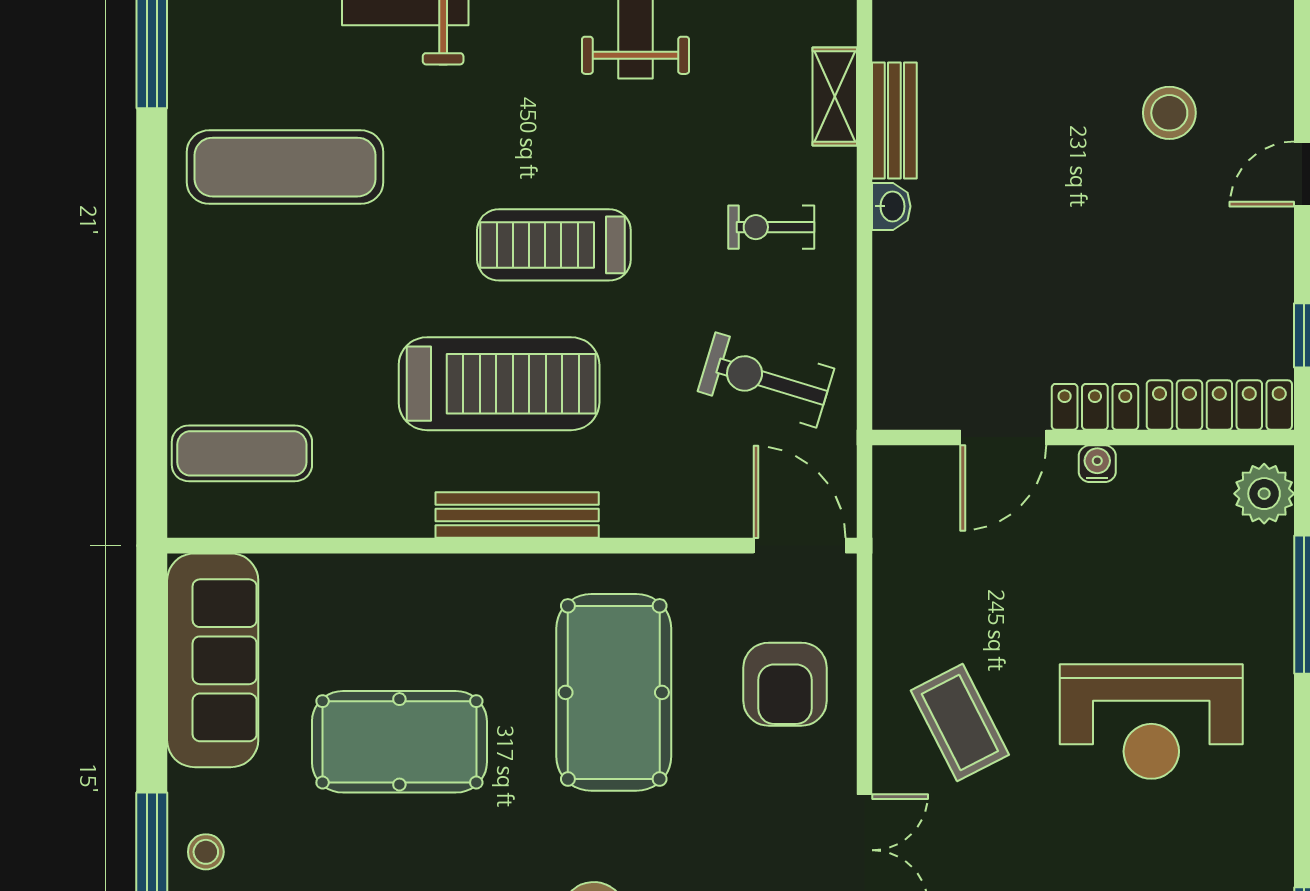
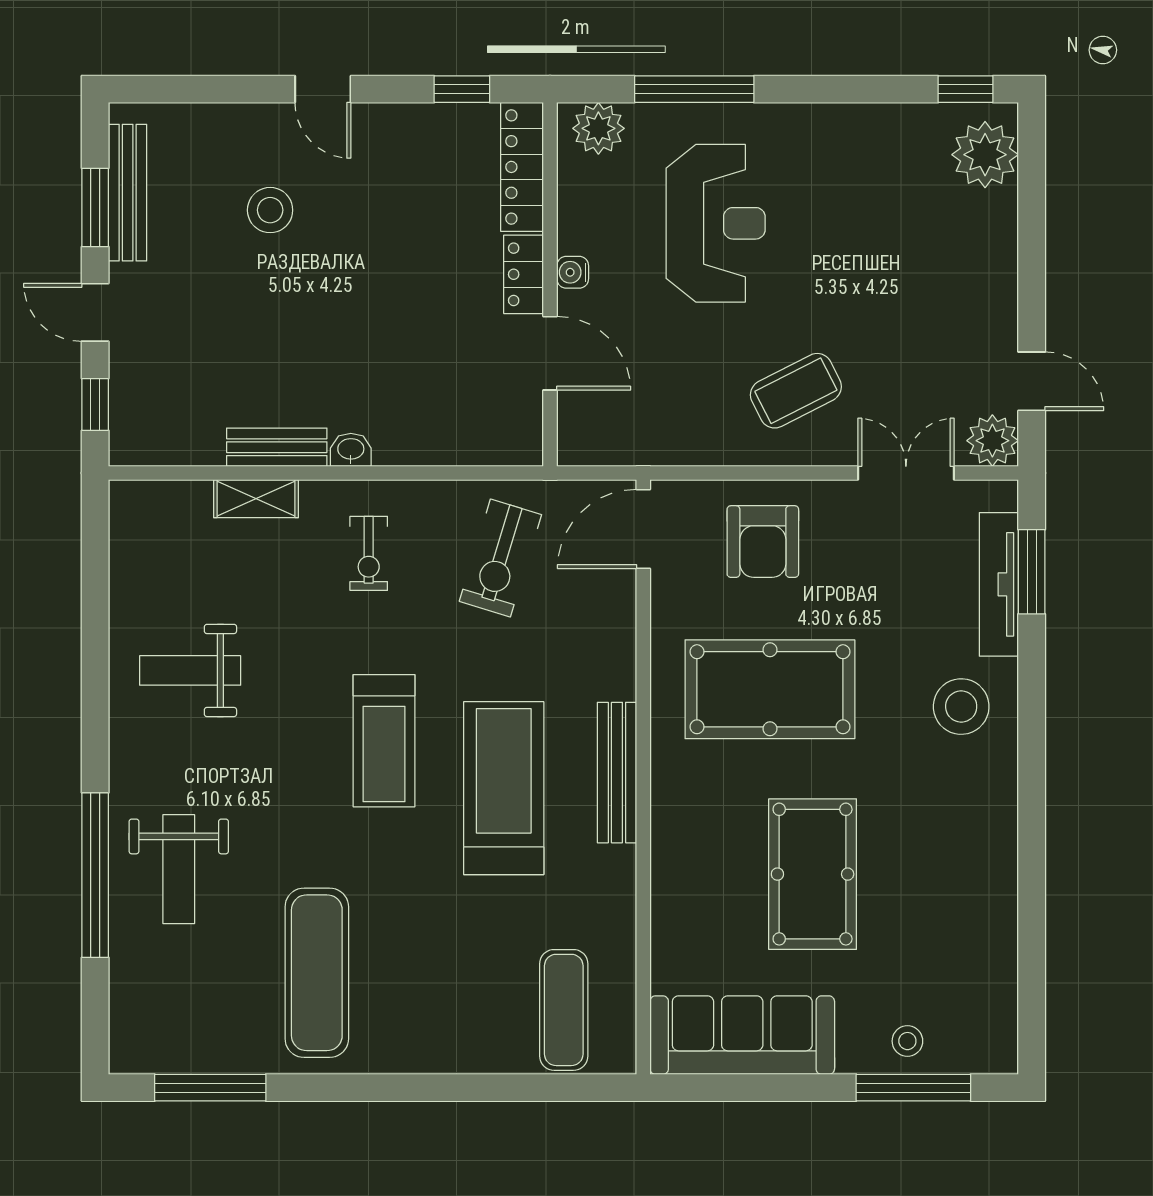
armchair: (785, 684) -> (763, 542), turned 90
reception desk: (1151, 721) -> (716, 223), moved

